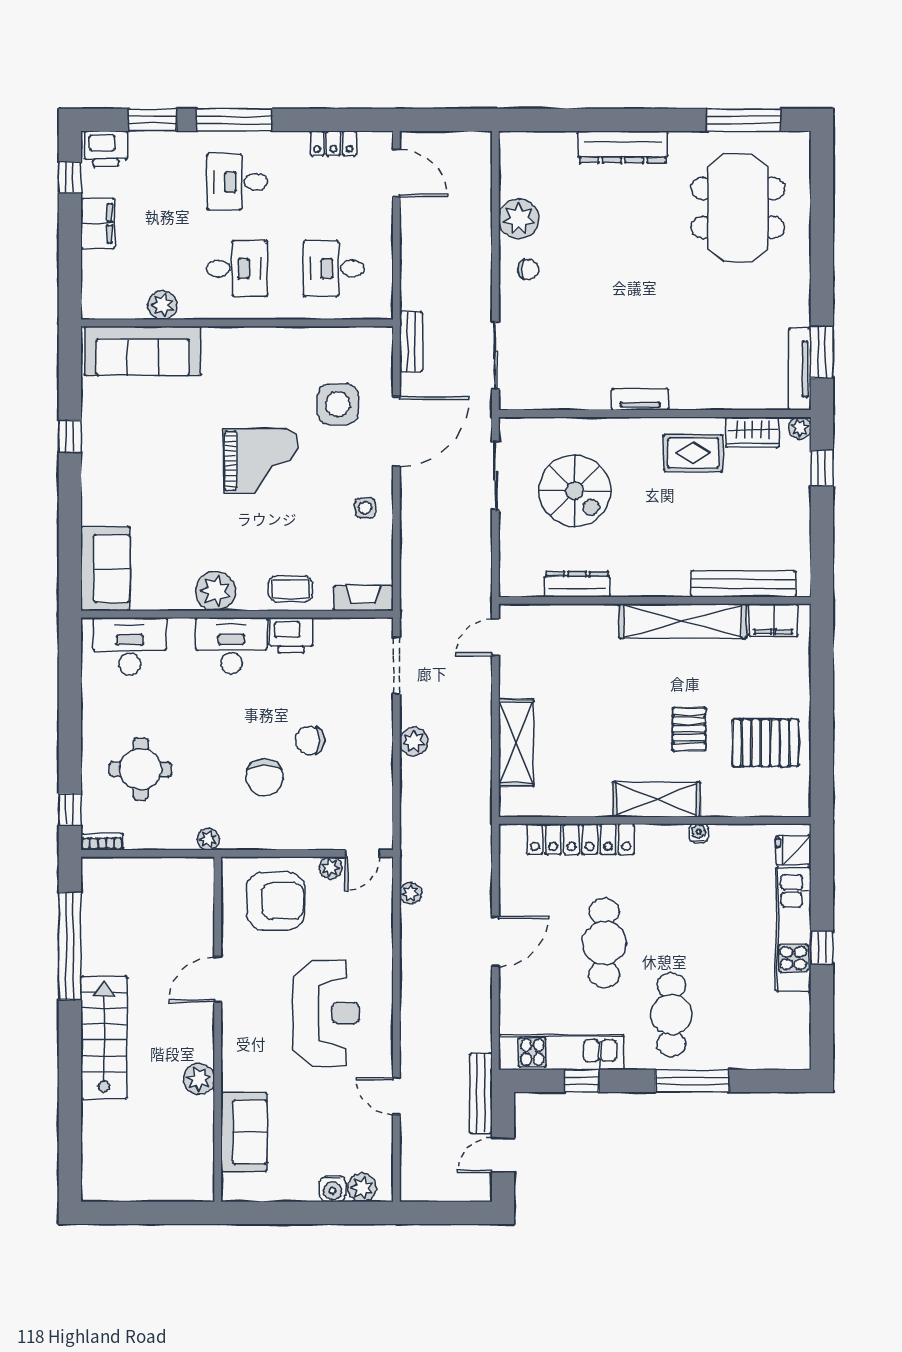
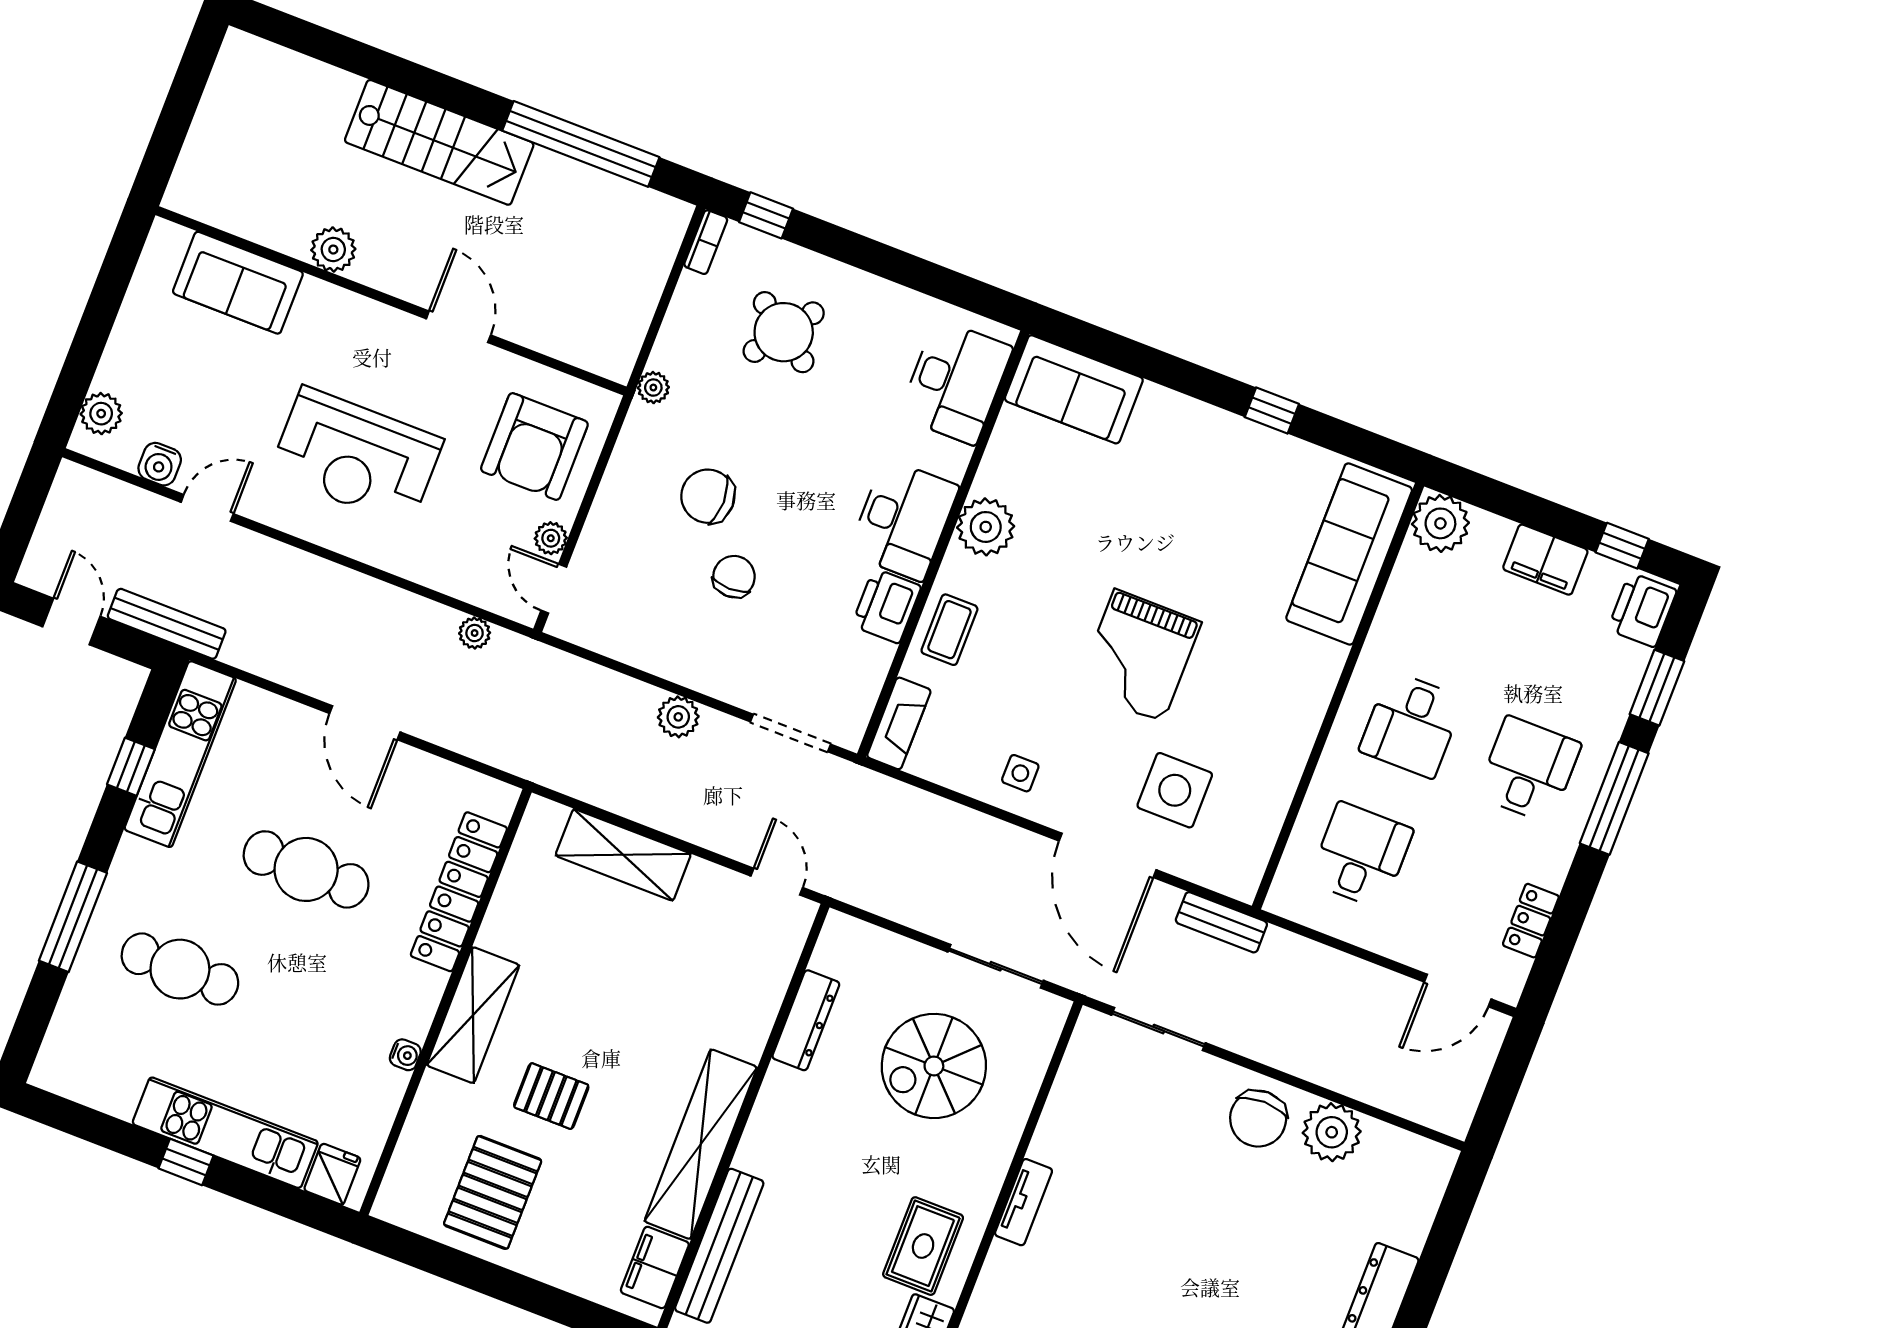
chair: (528, 269) -> (1258, 1119), width x1.87, depth x1.87
plant: (162, 305) -> (1440, 523), moved, width x1.36, depth x1.36
round table: (141, 769) -> (784, 332), turned 36
cafe table: (671, 1015) -> (180, 969), moved
water cooler: (332, 1189) -> (160, 464), moved, turned -90

